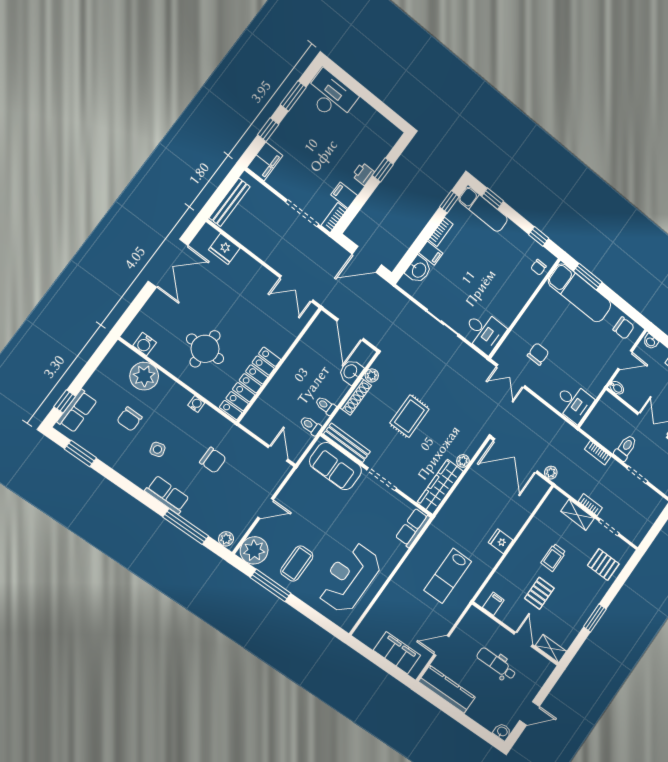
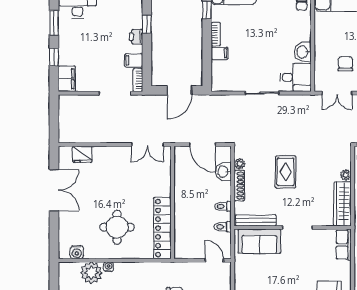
bench: (230, 202) -> (64, 122), removed
washbasin: (419, 270) -> (303, 52), moved, turned 180
water cooler: (196, 404) -> (108, 267), moved

